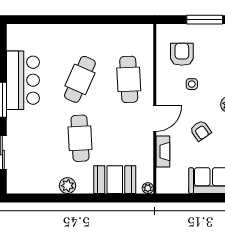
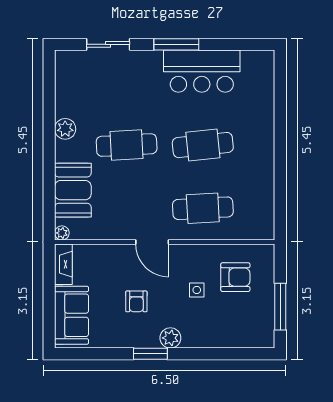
cafe table: (80, 79) -> (203, 145), turned -30
armchair: (201, 131) -> (136, 301), turned -55
fireplace: (163, 151) -> (63, 264), moved, turned -90

